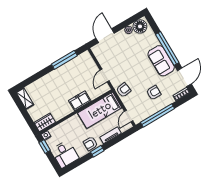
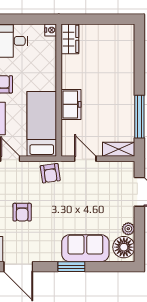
window: (167, 48) -> (71, 267), width x0.47
sofa: (161, 61) -> (85, 248), moved
shelving: (25, 99) -> (119, 149), moved
window: (45, 147) -> (37, 19), removed

